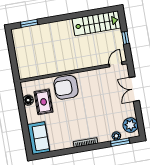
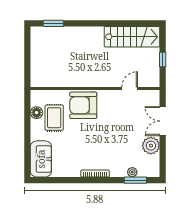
door: (116, 64) -> (130, 89), moved
plant: (130, 125) -> (151, 146), moved

